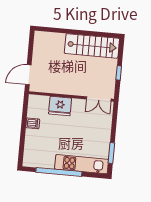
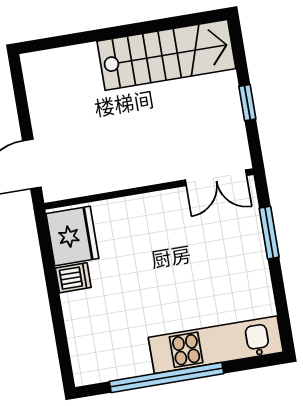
fridge: (60, 106) -> (72, 236), moved, turned -90
window: (111, 153) -> (269, 233), moved

